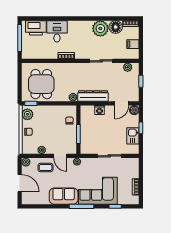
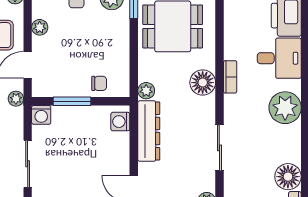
plant: (100, 28) -> (285, 108), moved
floor lamp: (69, 69) -> (203, 83), added
washing machine: (99, 110) -> (120, 122), moved
washing machine: (85, 149) -> (41, 115), added

